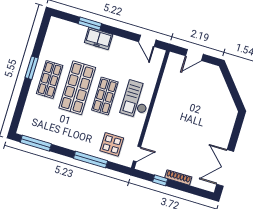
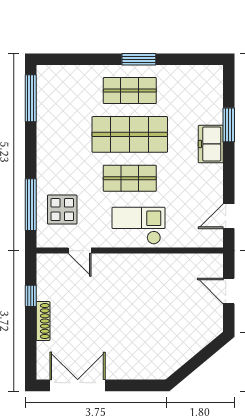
door: (137, 154) -> (80, 251), moved
window: (91, 160) -> (31, 205), moved

